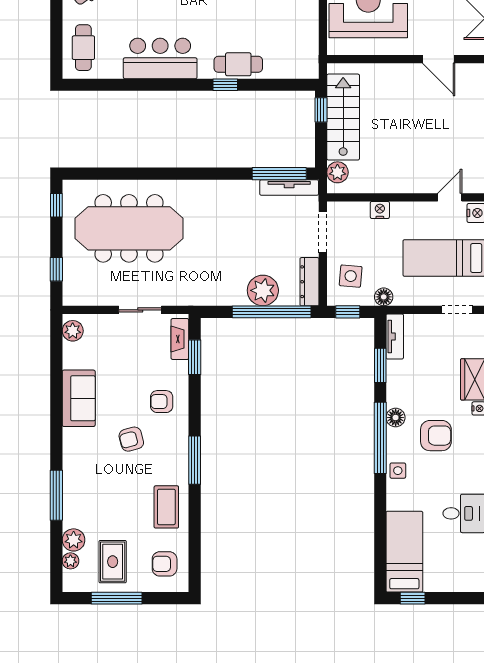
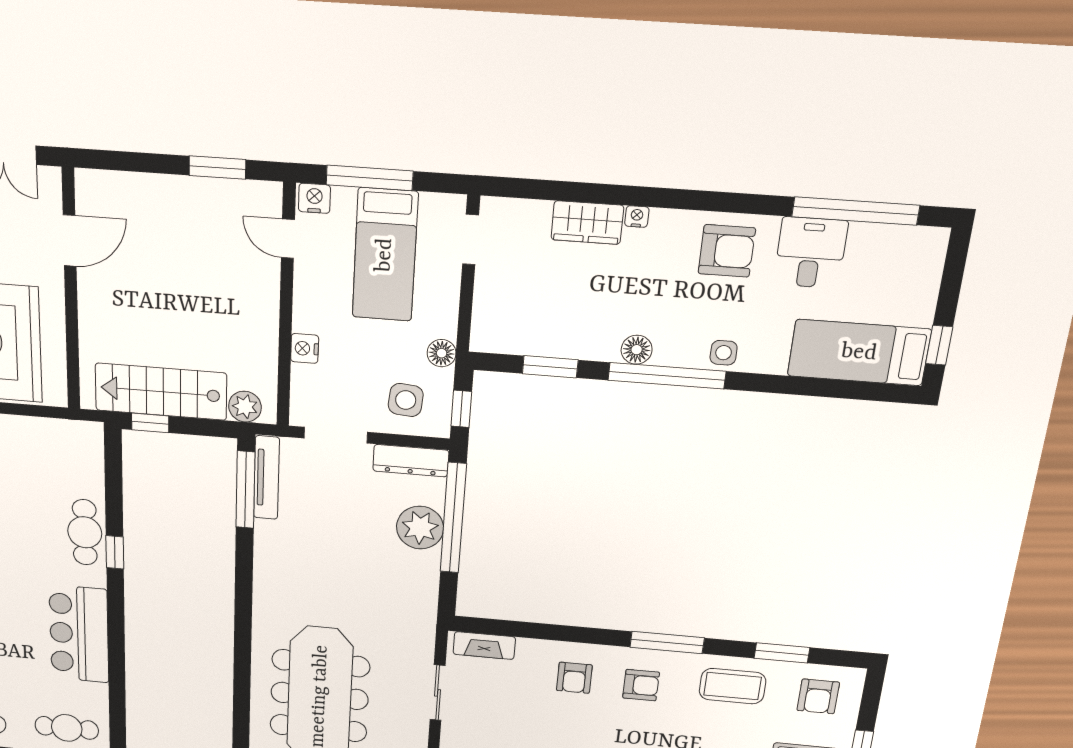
tv unit: (395, 336) -> (506, 341), removed
window: (195, 357) -> (782, 653), moved
armchair: (436, 436) -> (727, 251), moved, turned 90
armchair: (131, 439) -> (641, 685), moved, turned -75

